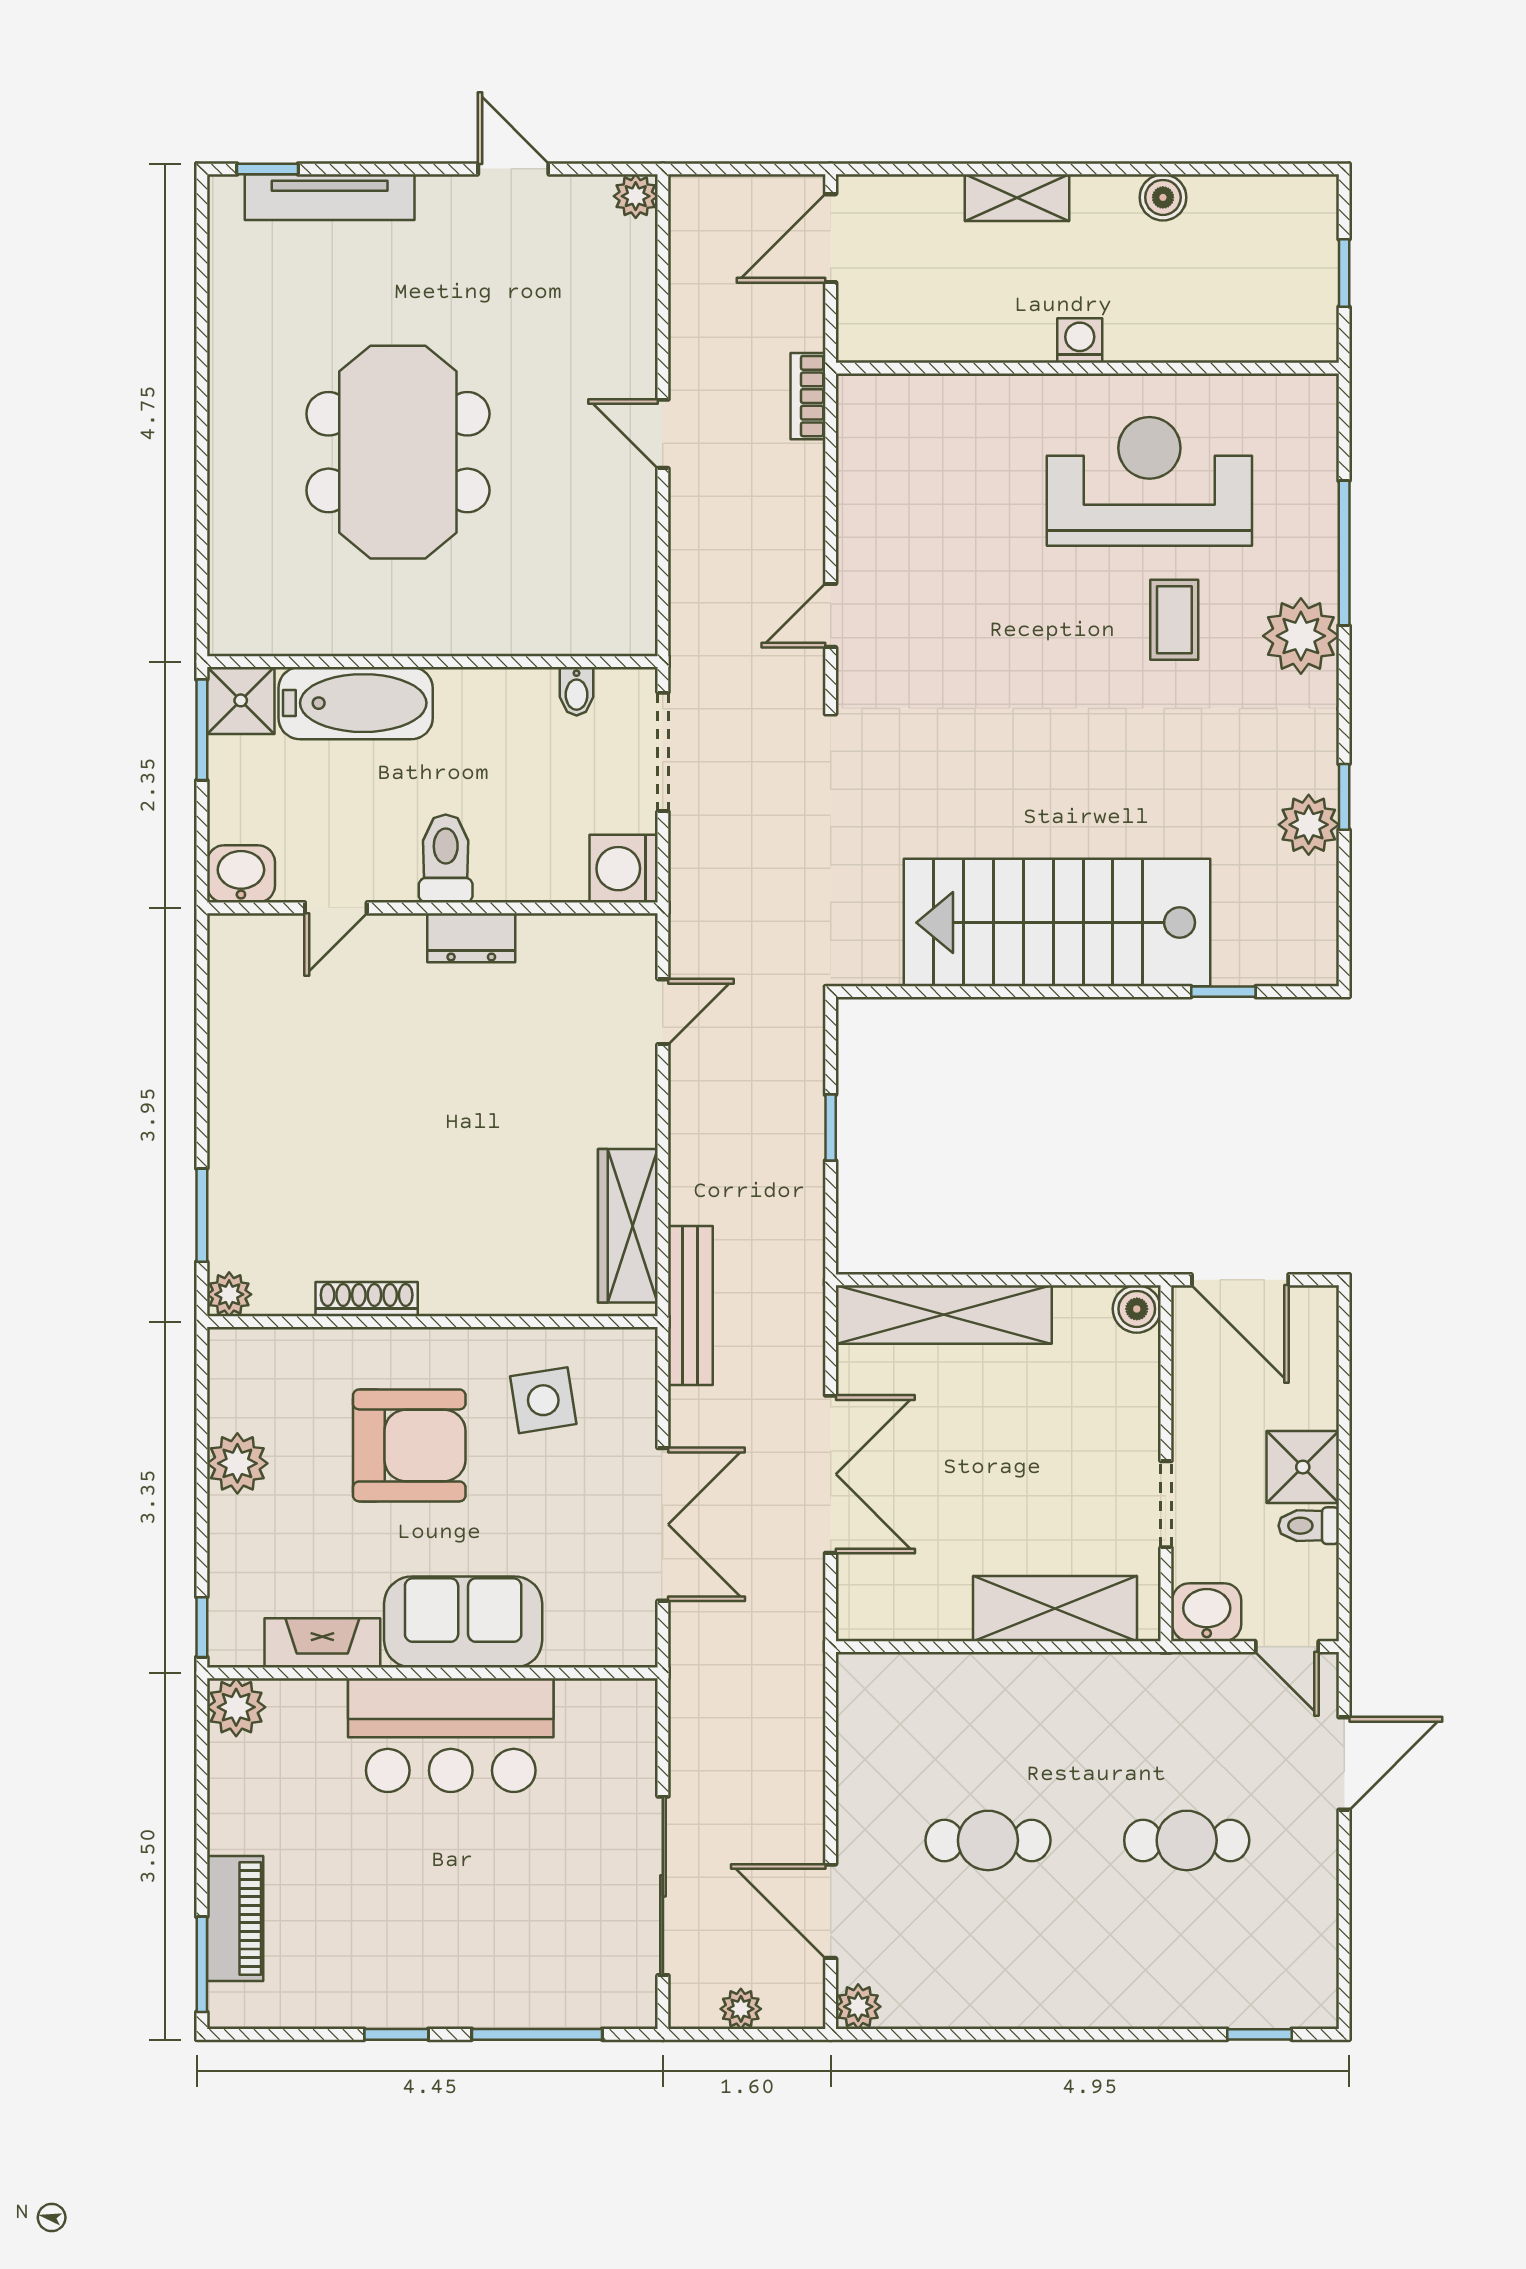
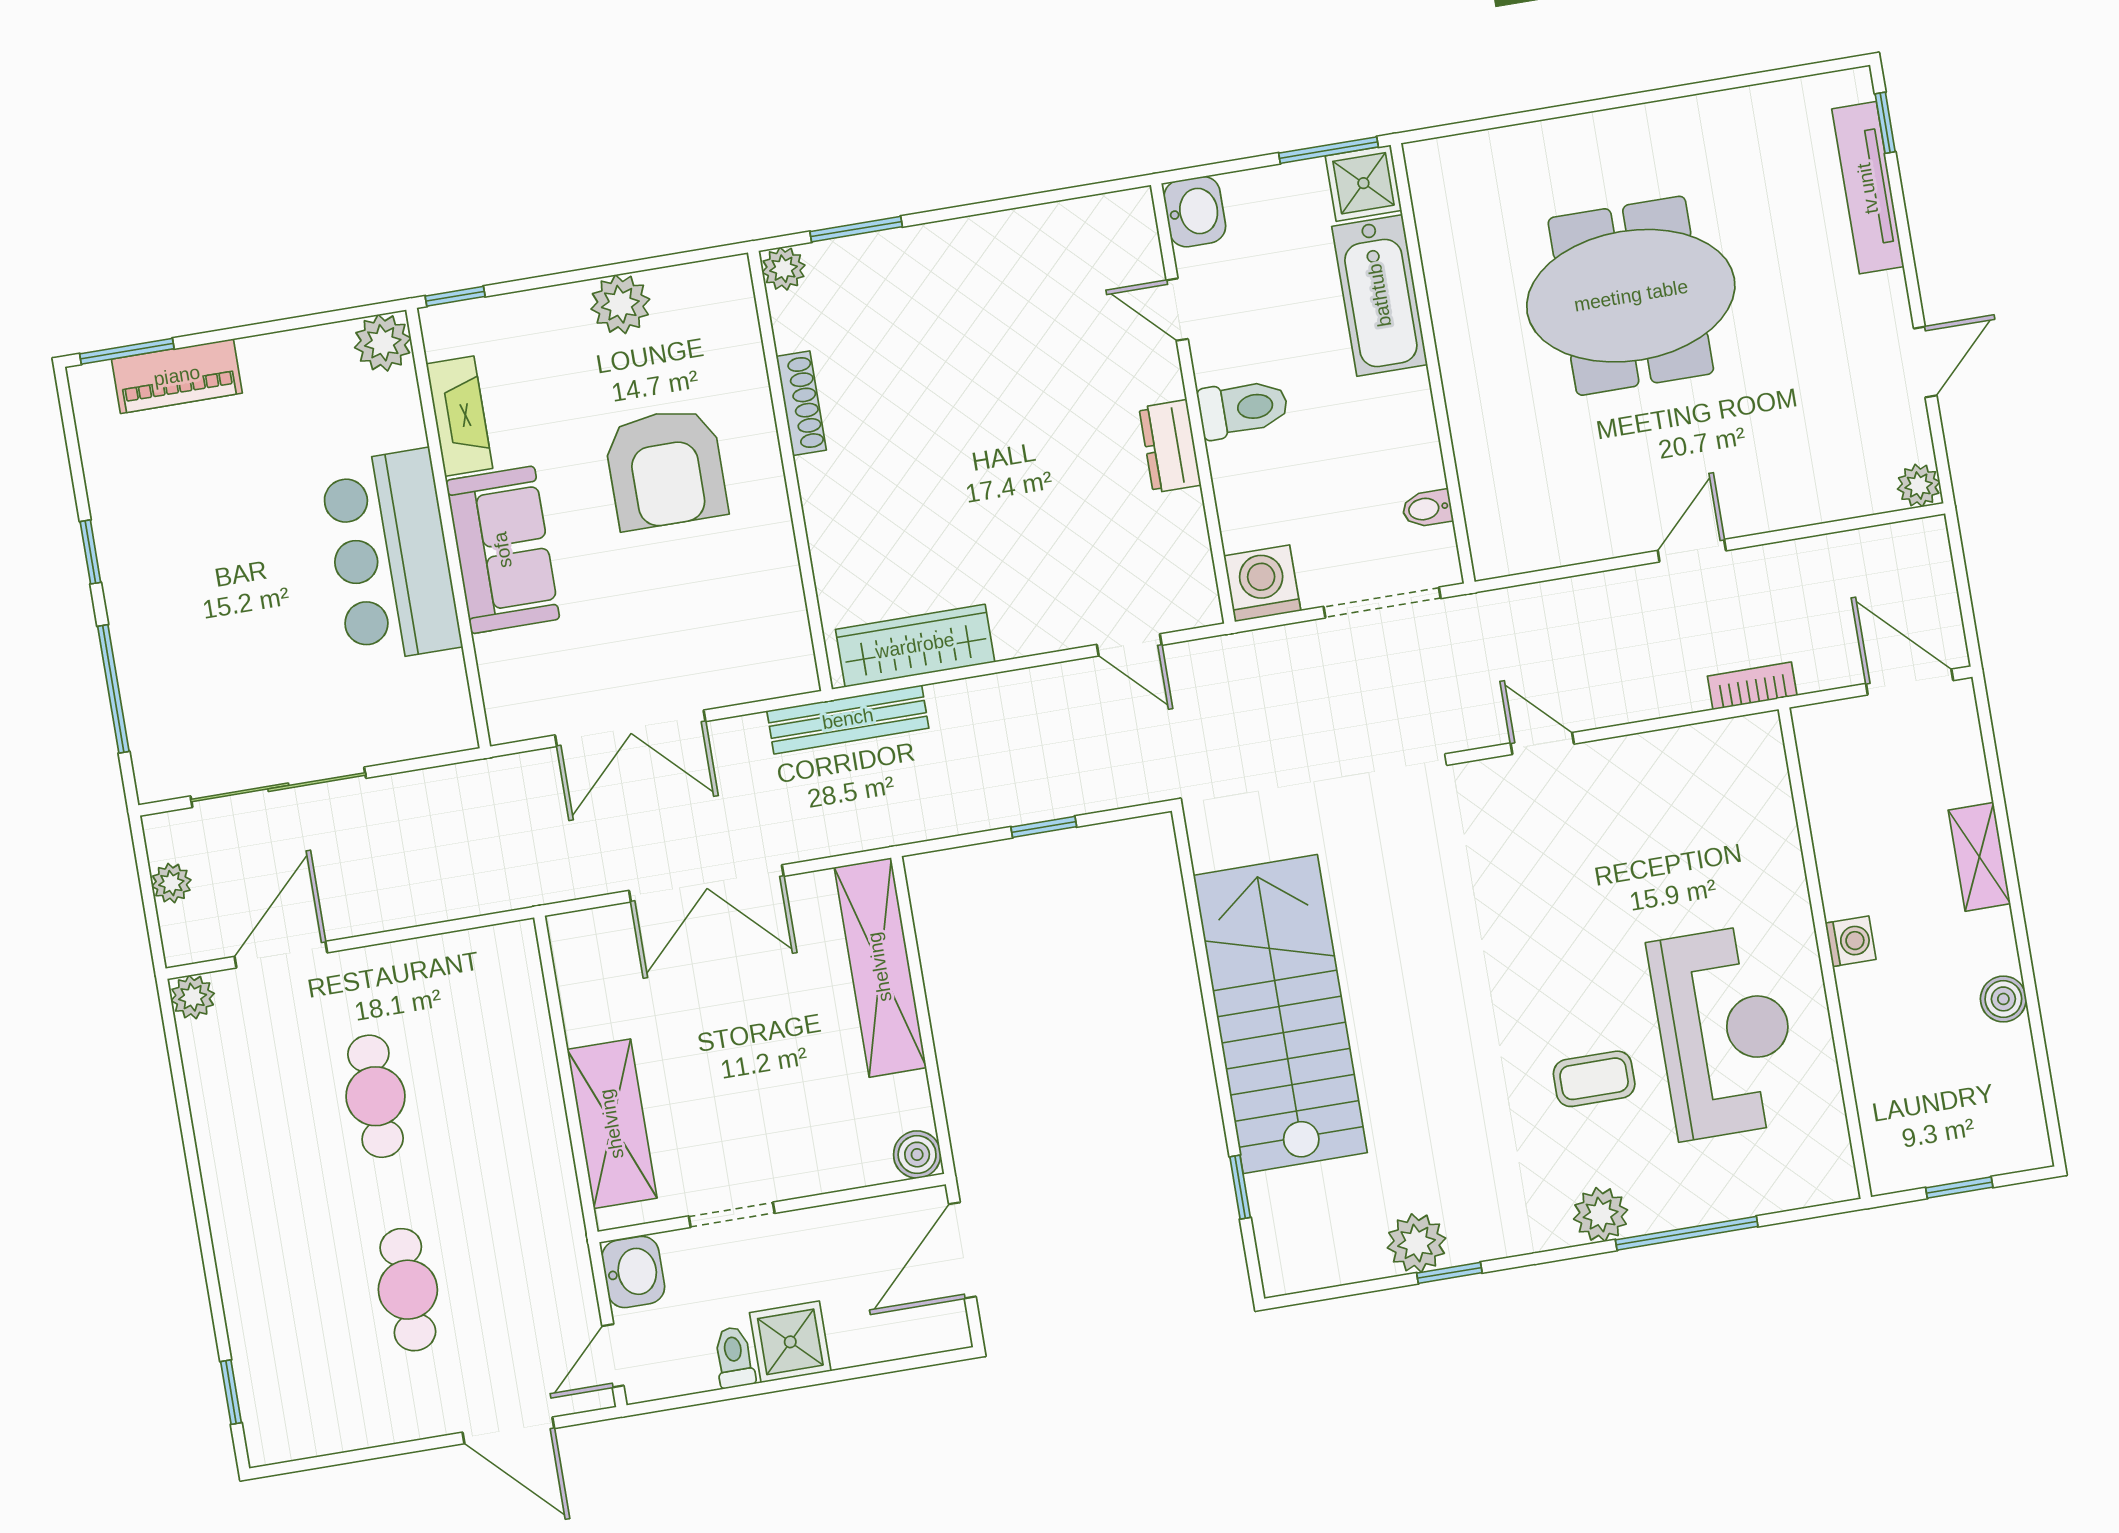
plant: (1301, 636) -> (1601, 1215), width x0.73, depth x0.73
side table: (543, 1400) -> (732, 592), removed

